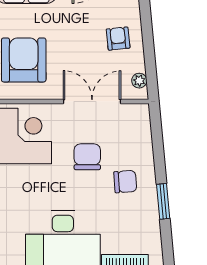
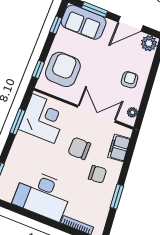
filing cabinet: (140, 135) -> (119, 148), added
chair: (87, 157) -> (79, 148), turned -90

